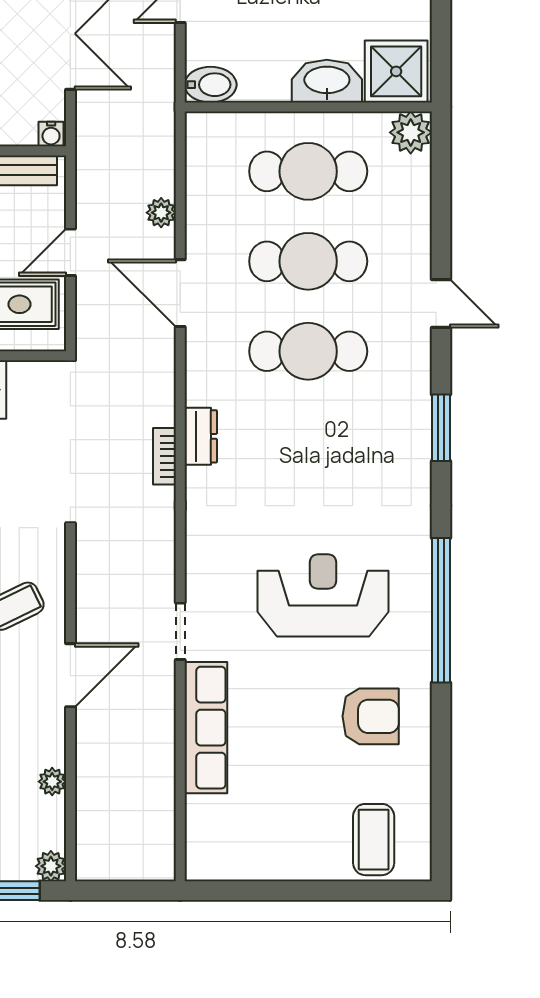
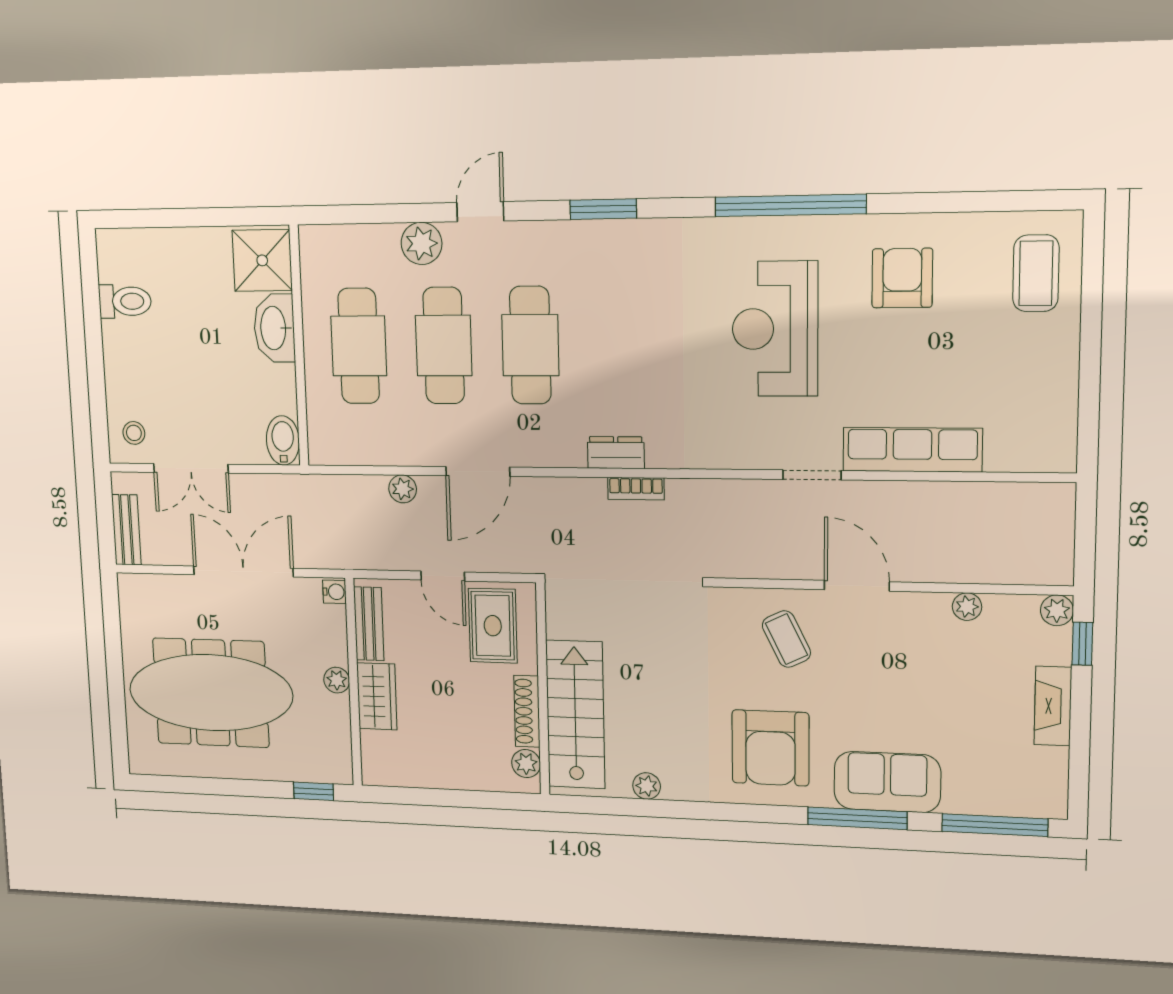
plant: (411, 132) -> (422, 243), moved
coffee table: (374, 840) -> (1036, 273), turned 90

